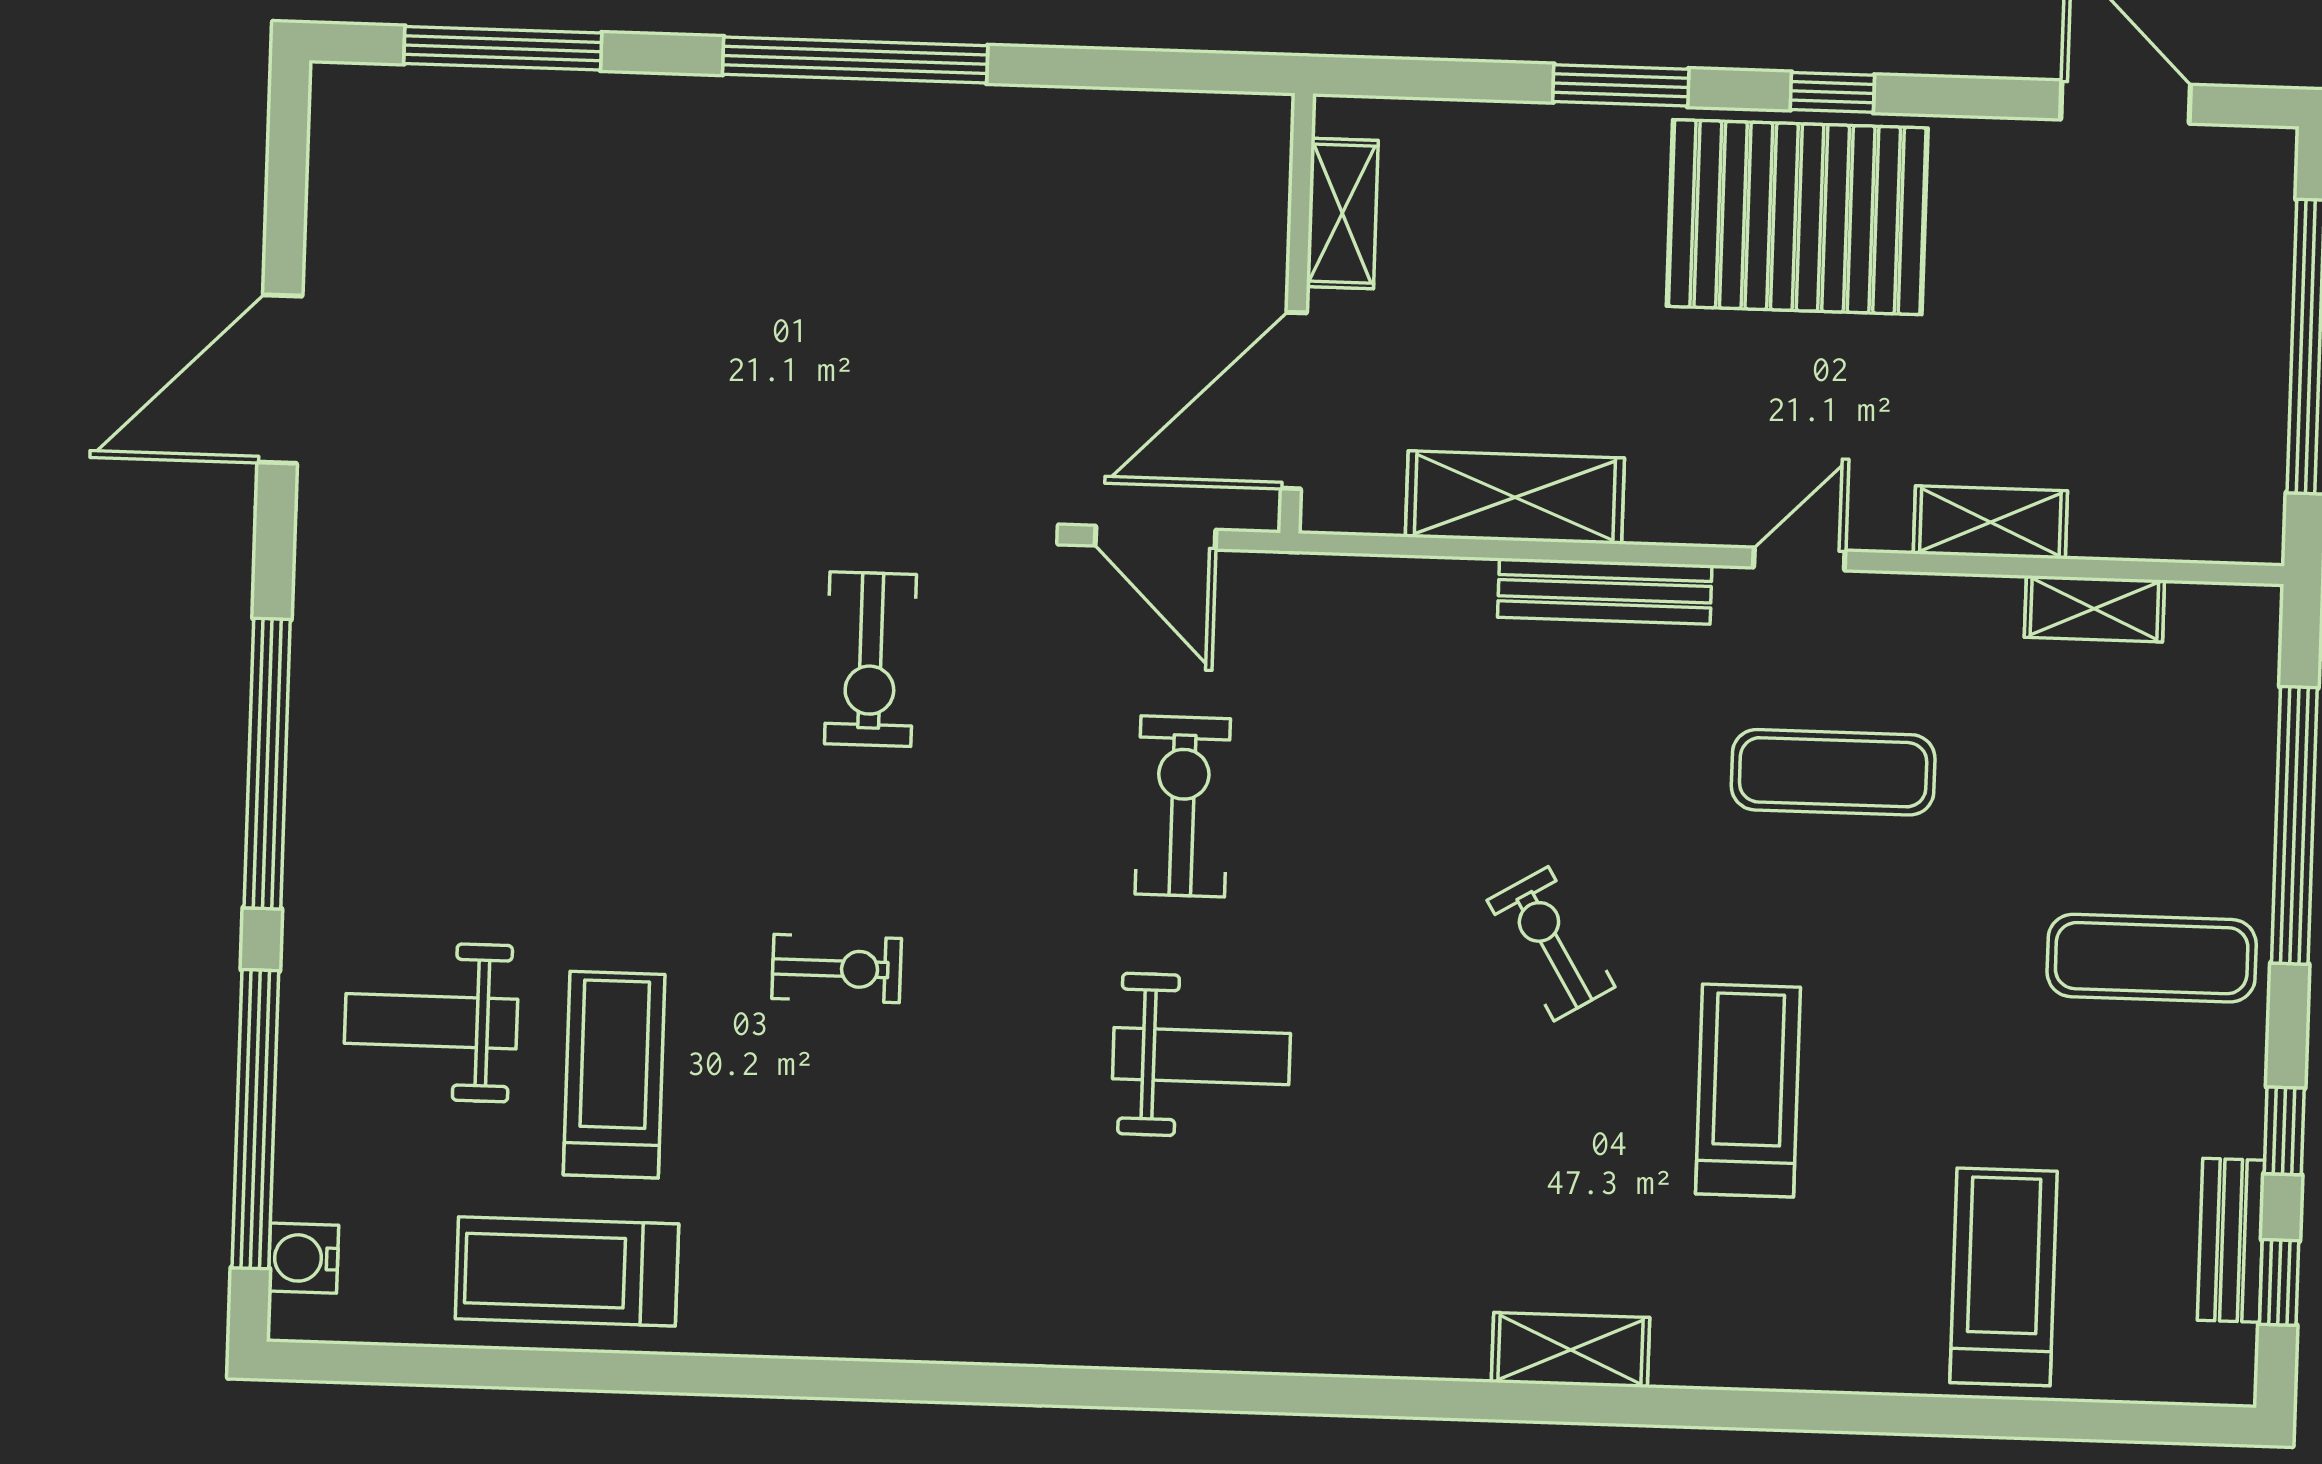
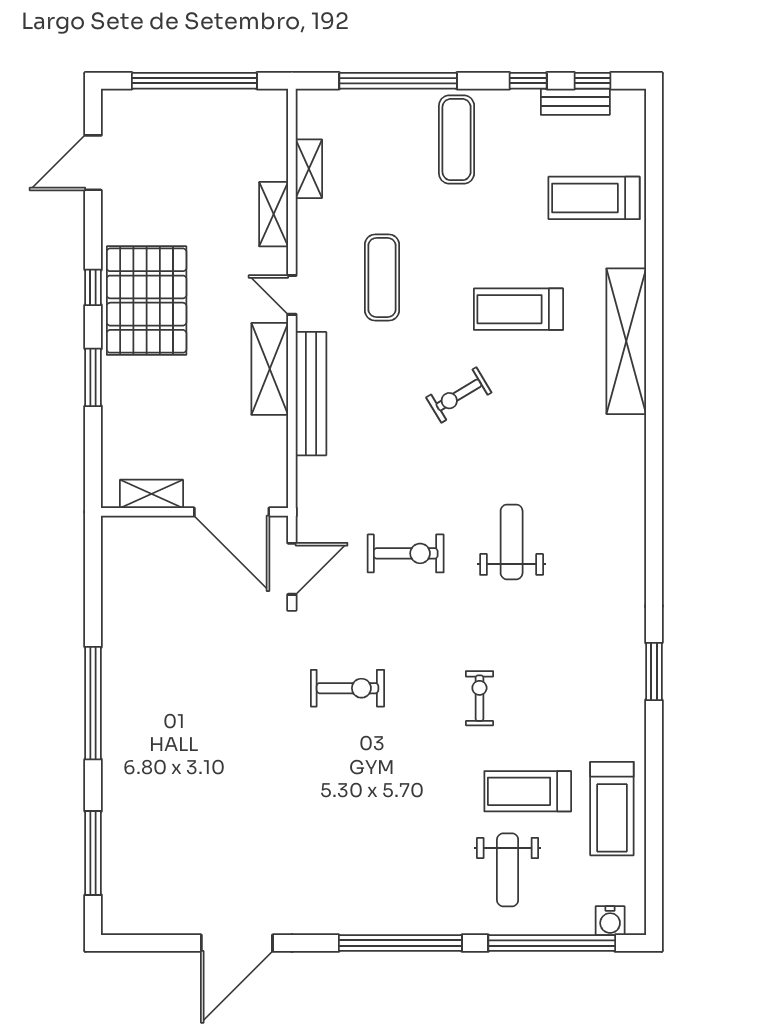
door: (280, 379) -> (237, 943), hinge flipped
shelving: (1515, 497) -> (270, 369), moved
bench: (1605, 591) -> (311, 394), width x1.37, depth x1.21
exercise bike: (1183, 806) -> (406, 553), turned 180
shelving: (1571, 1350) -> (626, 341), width x2.20, depth x1.33
window: (886, 1381) -> (654, 671), added

